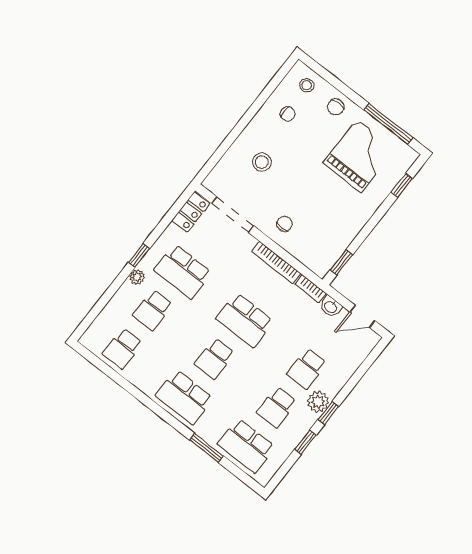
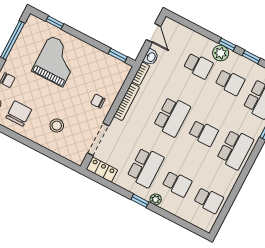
chair: (288, 114) -> (19, 113), width x1.87, depth x1.87
grand piano: (359, 156) -> (56, 61), moved, turned 90

